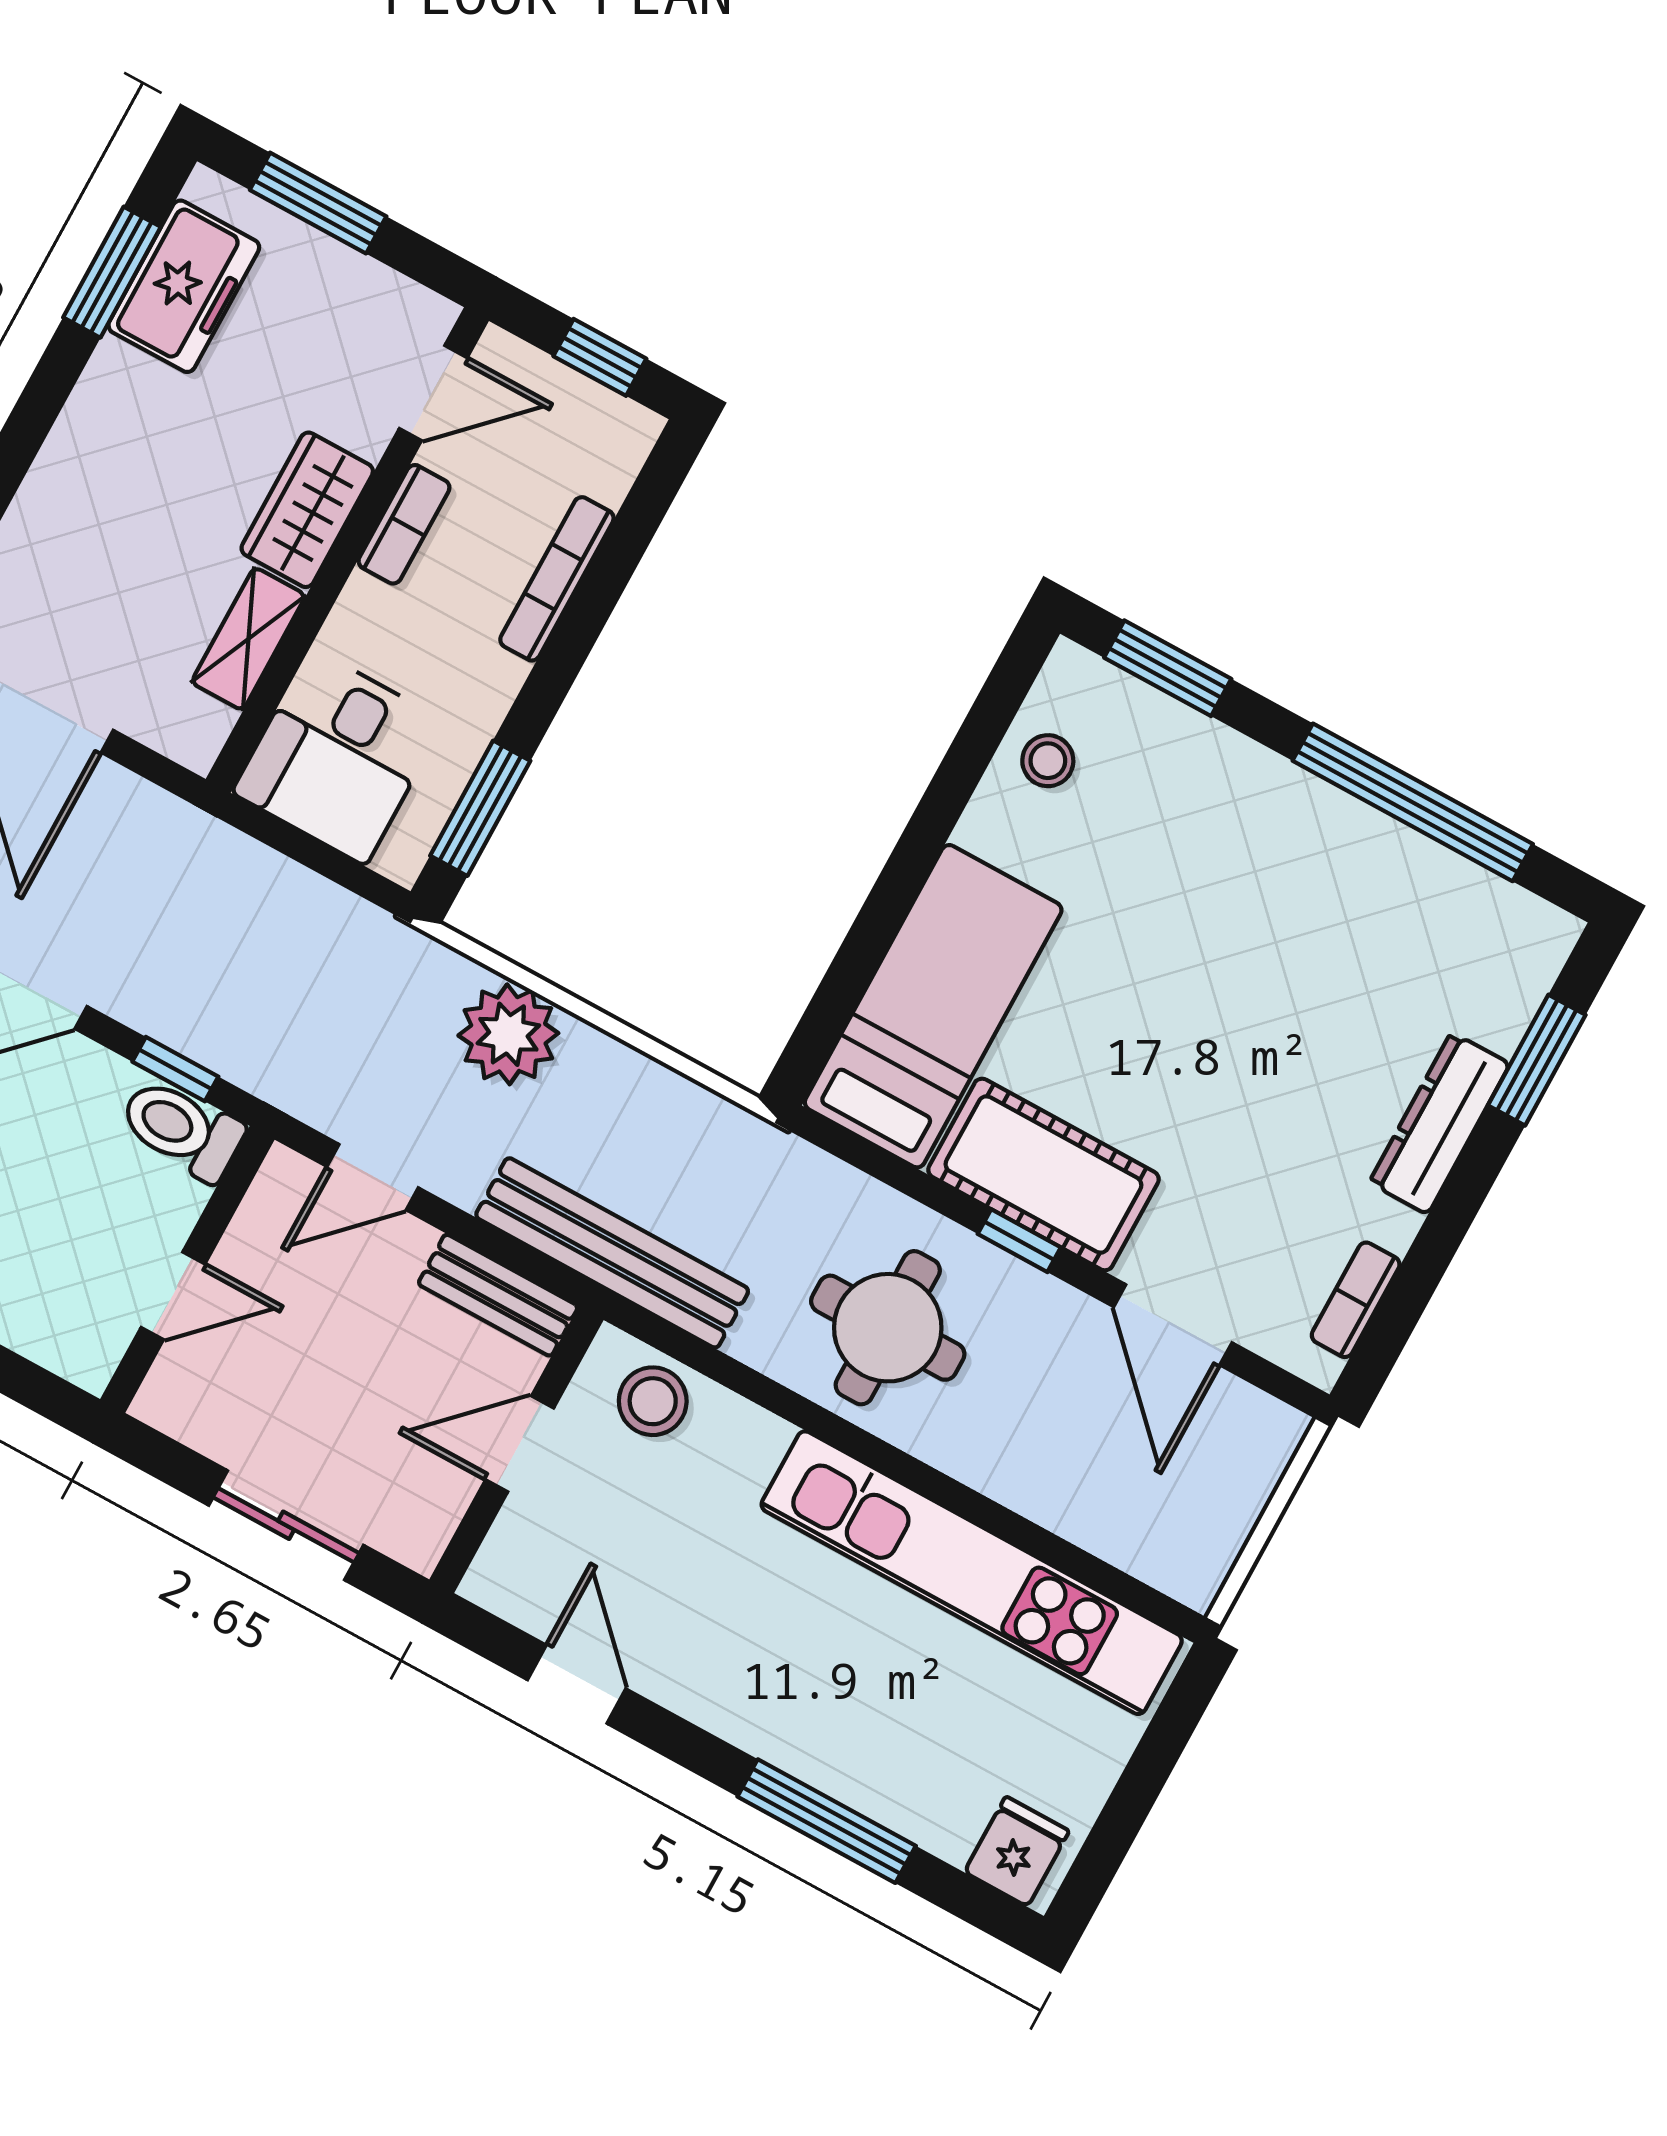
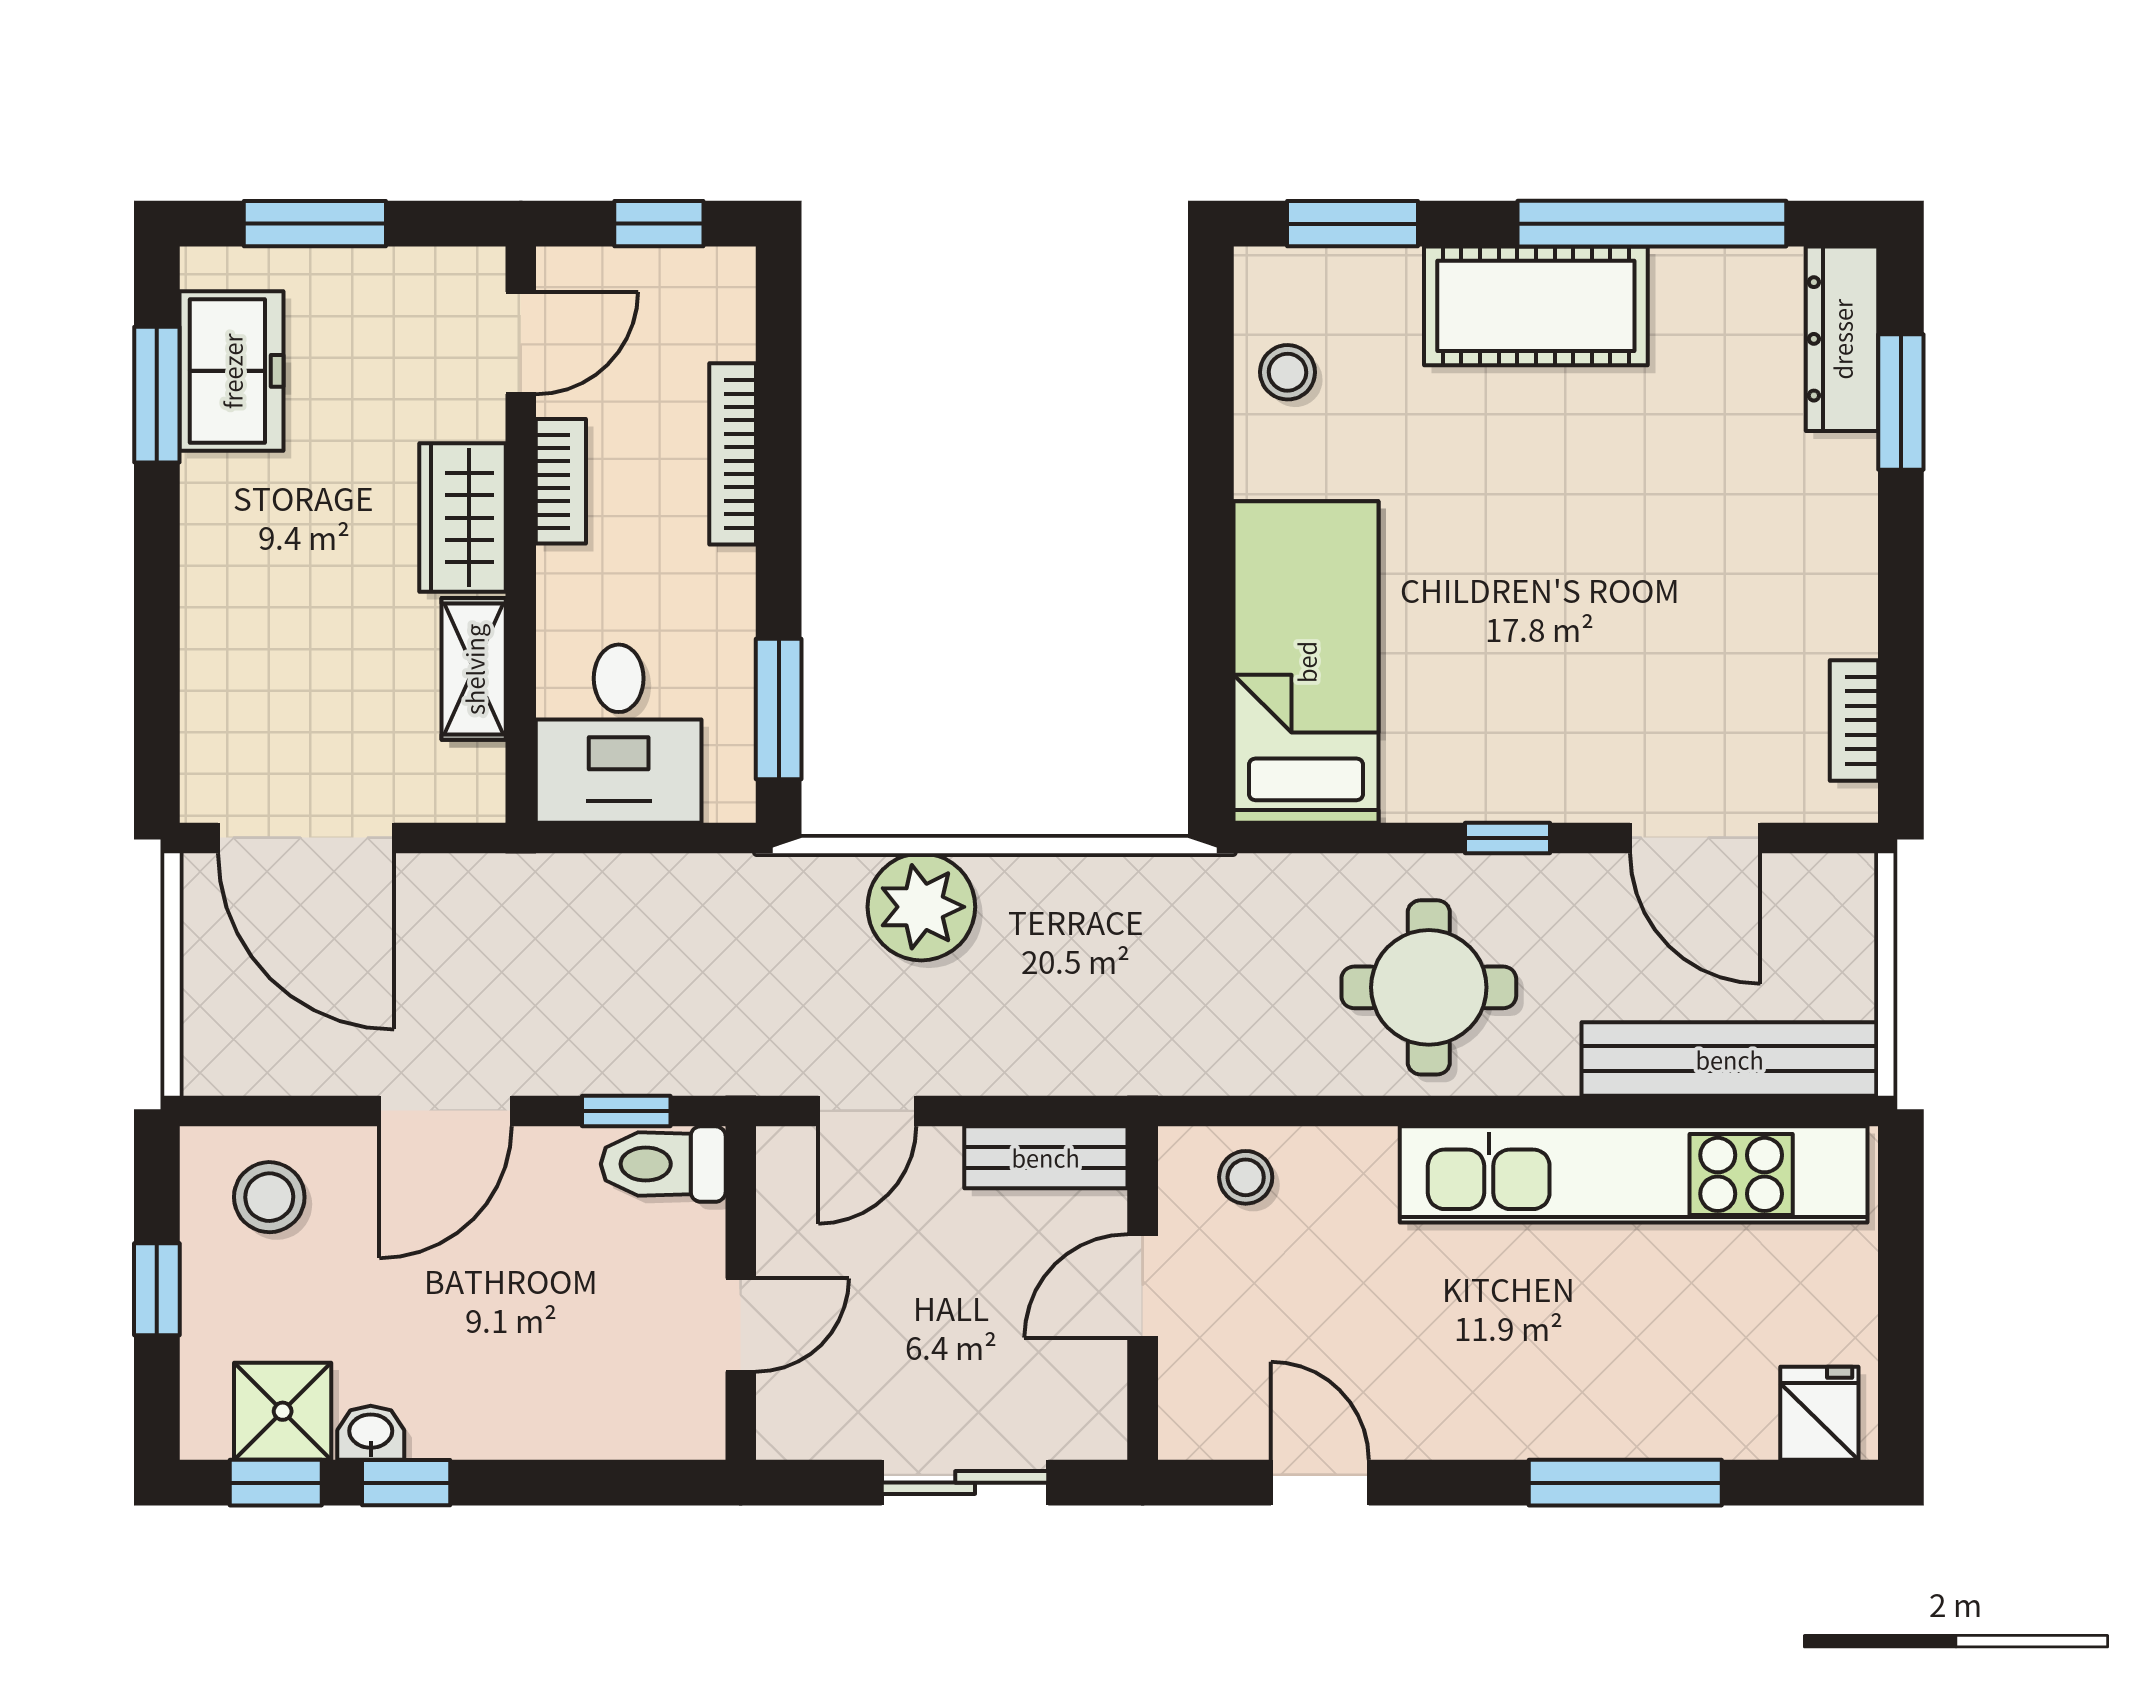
dresser: (1440, 1123) -> (1842, 339), moved
cot: (1043, 1174) -> (1536, 306), moved
bench: (612, 1253) -> (1730, 1059), moved
stool: (653, 1401) -> (1246, 1177), width x0.73, depth x0.73

